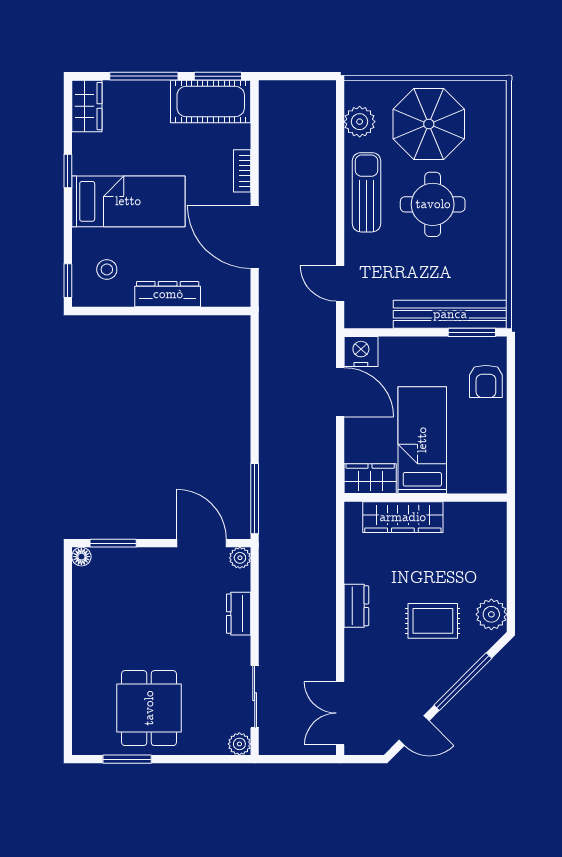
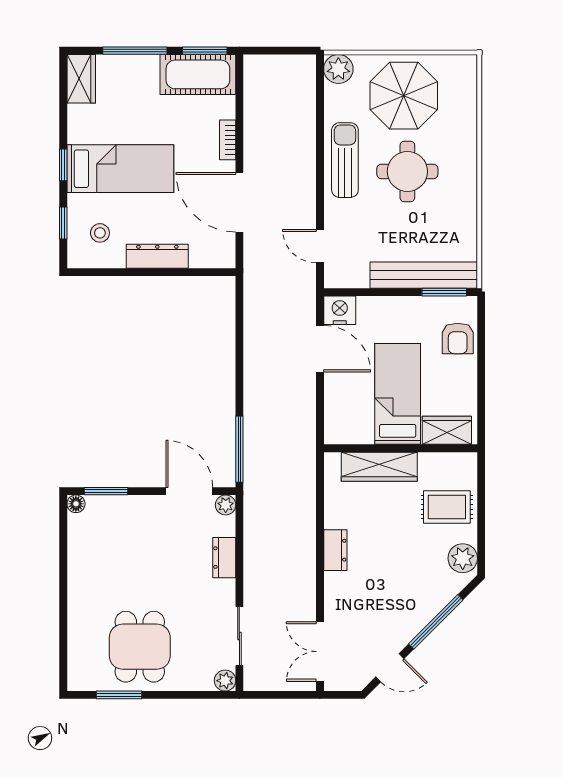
plant: (360, 122) -> (338, 69), moved
window: (68, 171) -> (63, 165), moved
window: (68, 281) -> (63, 223), moved
wardrobe: (370, 479) -> (447, 430), moved
rug: (433, 621) -> (447, 507), moved

